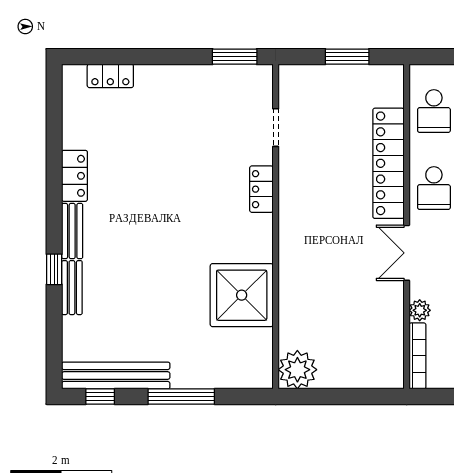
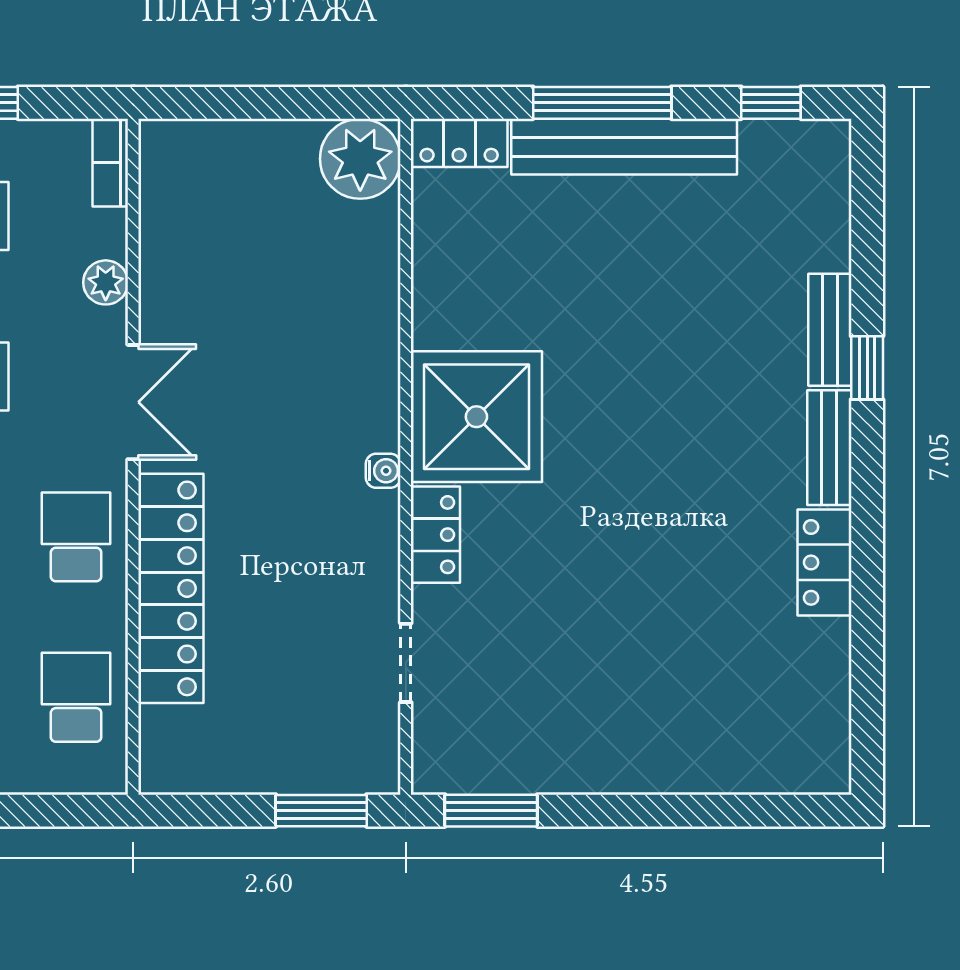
window: (347, 57) -> (321, 811), moved
locker: (110, 76) -> (459, 143), moved, turned 180
water cooler: (286, 220) -> (383, 471), added
shower: (242, 295) -> (476, 417), moved
bookcase: (417, 356) -> (110, 163), width x0.64
bench: (116, 376) -> (624, 147), moved

